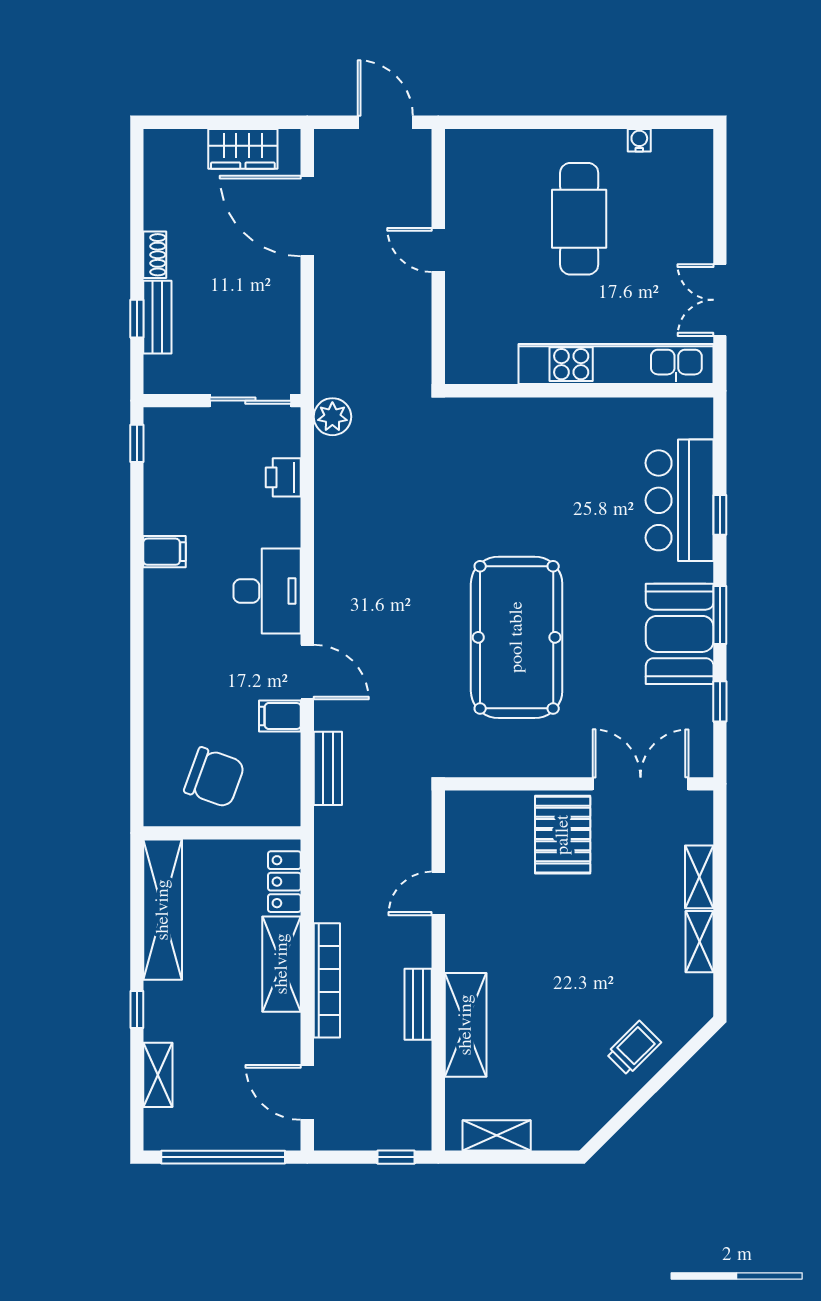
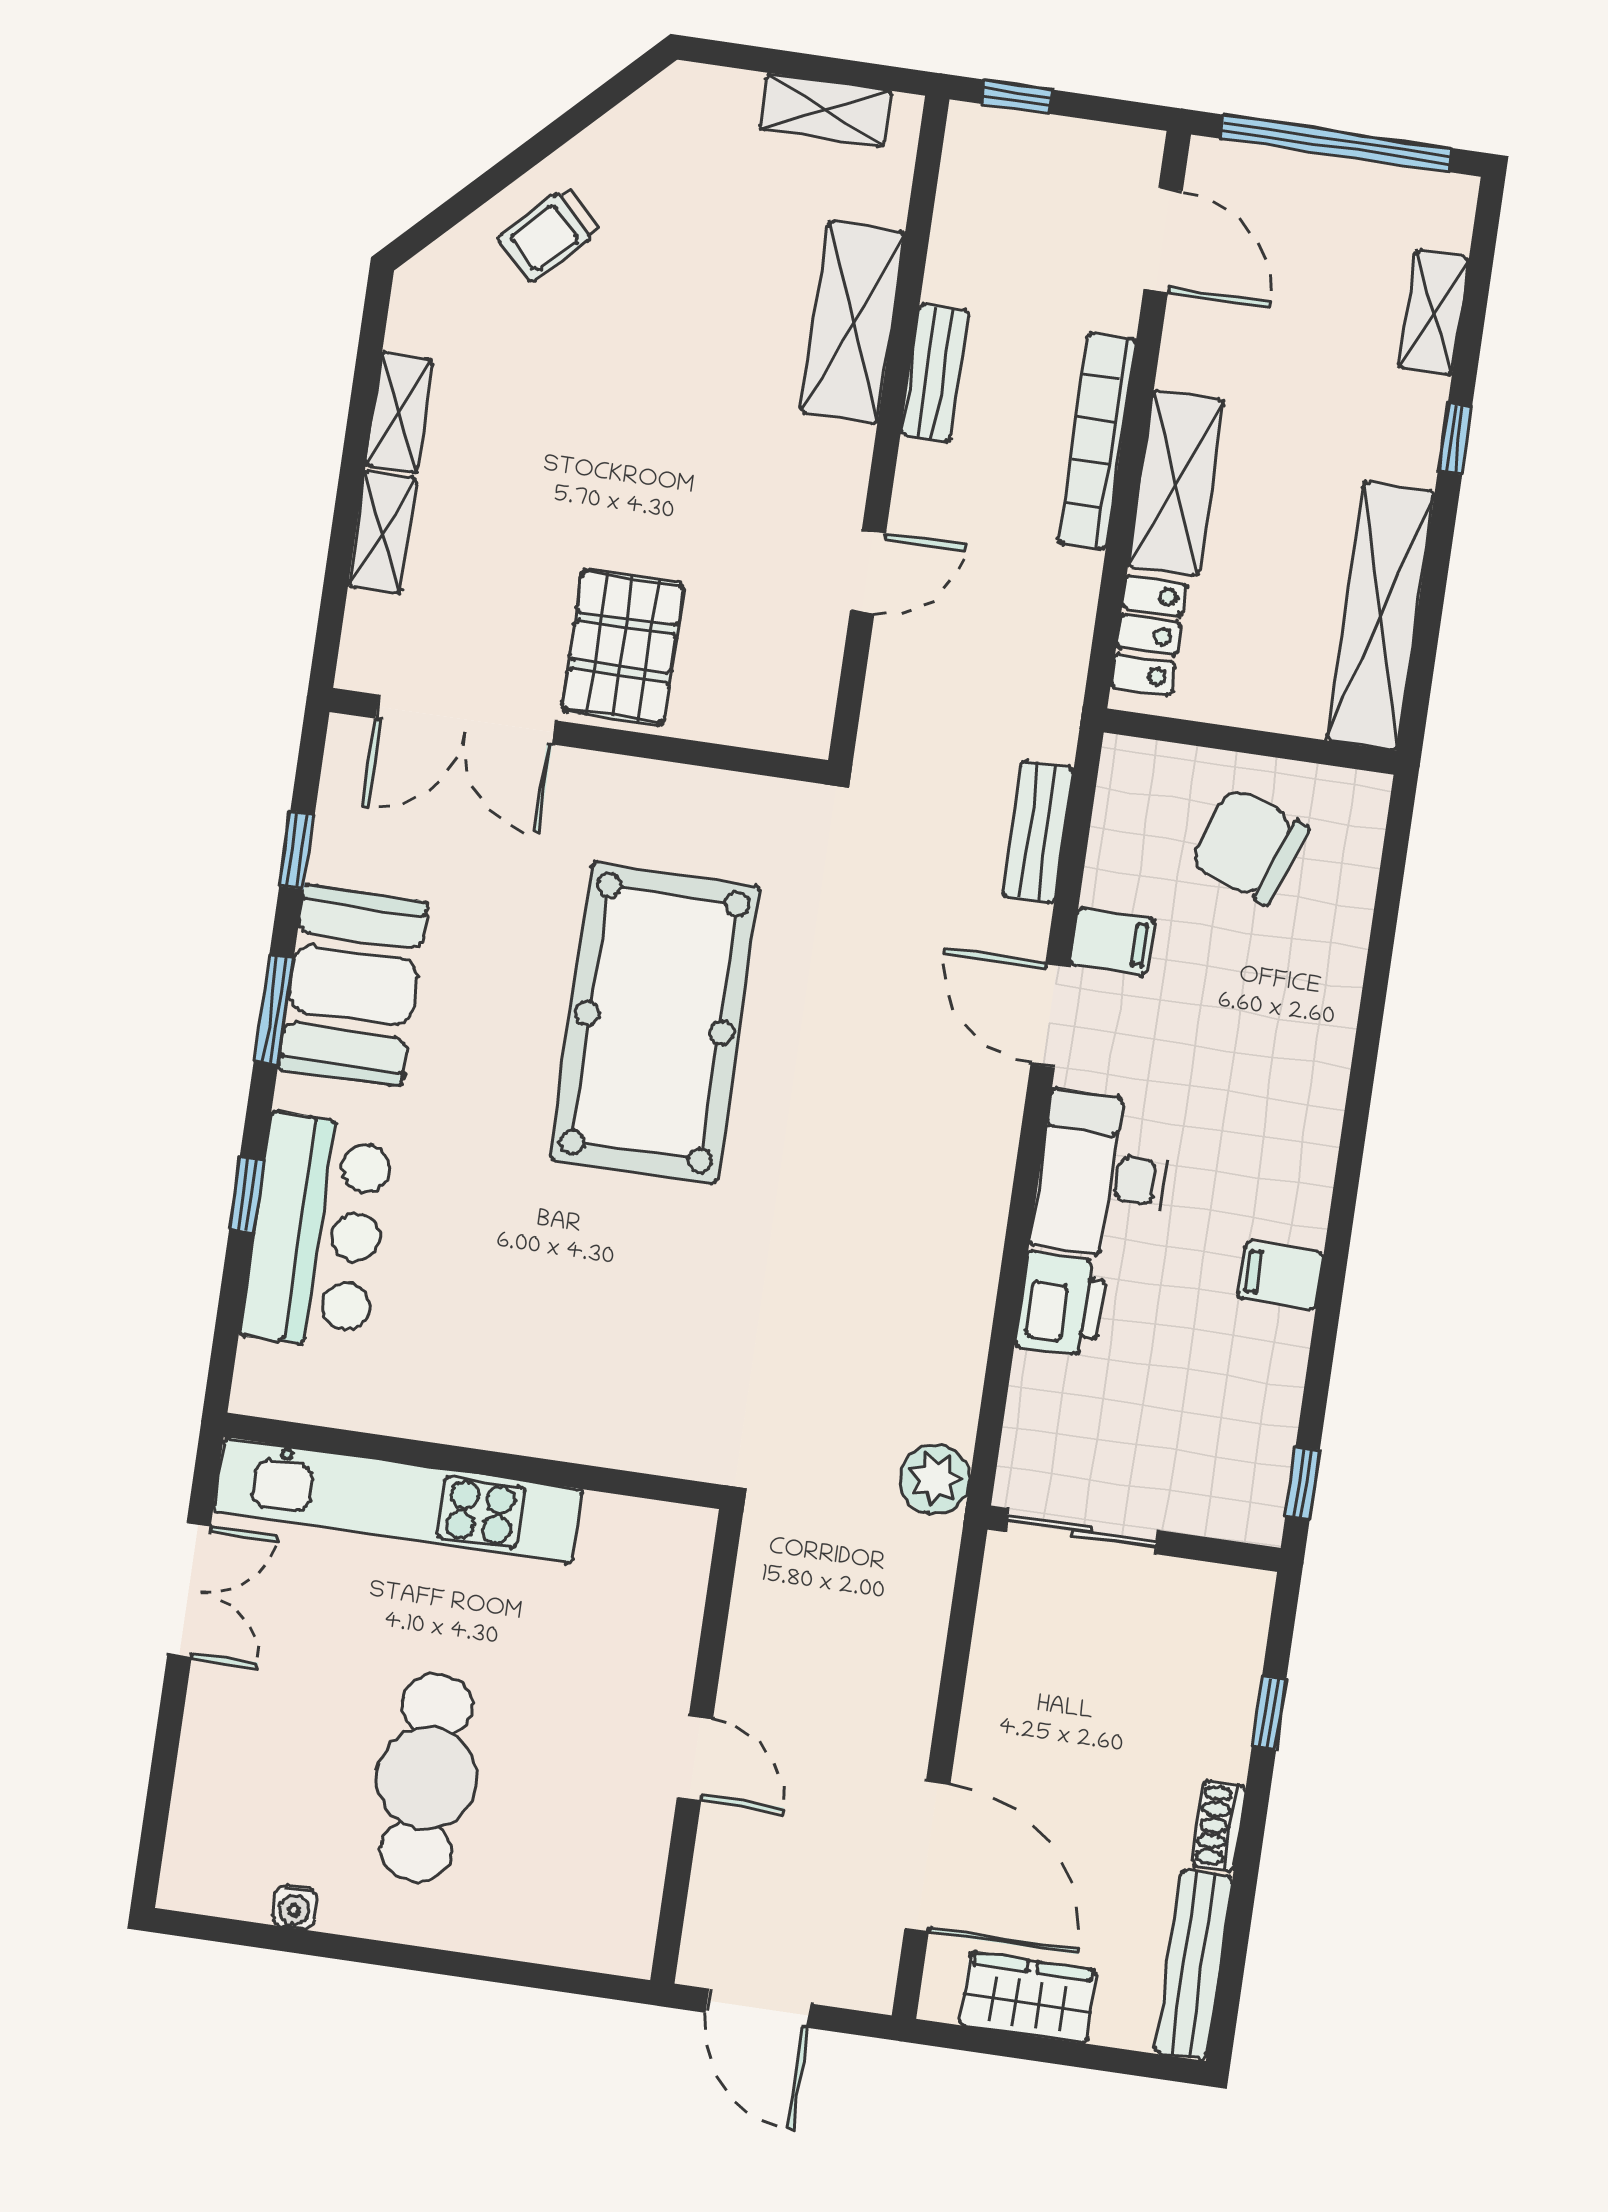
bench: (157, 317) -> (1194, 1965), moved, width x1.36
printer: (283, 477) -> (1061, 1304), moved, width x1.36, depth x1.24

